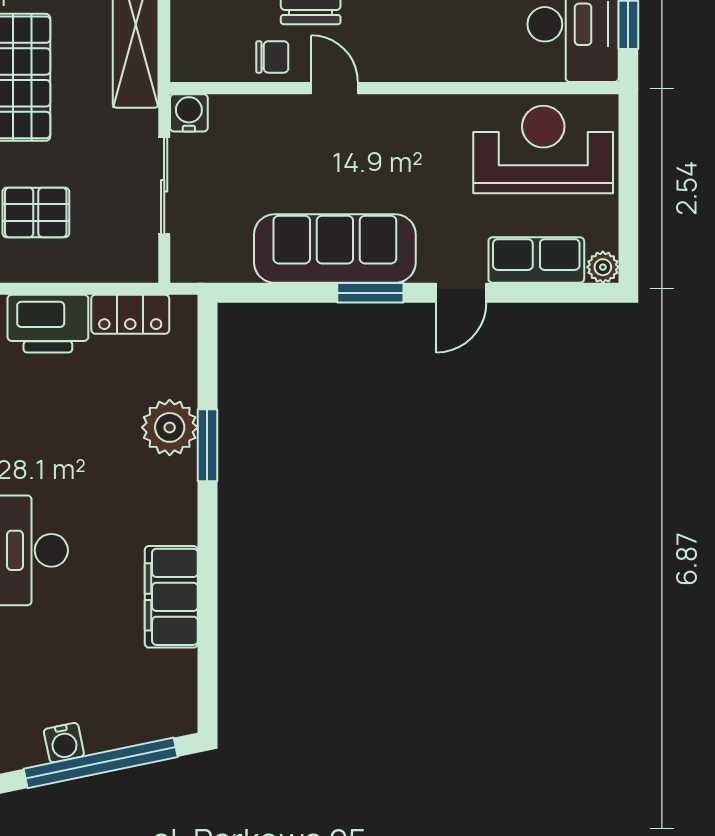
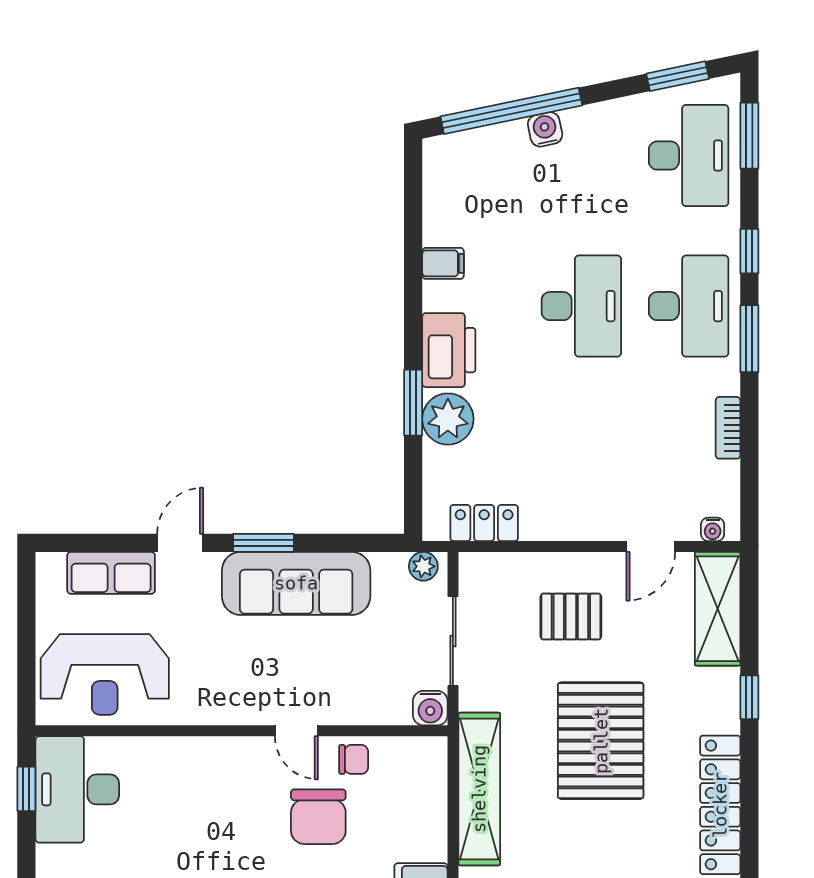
chair: (272, 57) -> (354, 759), turned 180
plant: (603, 267) -> (423, 566), moved
printer: (48, 324) -> (449, 350), moved, turned 90
filing cabinet: (171, 597) -> (443, 263), width x0.33, depth x0.86

